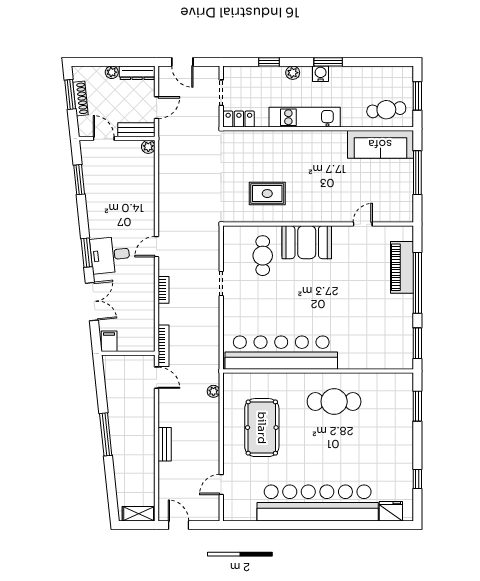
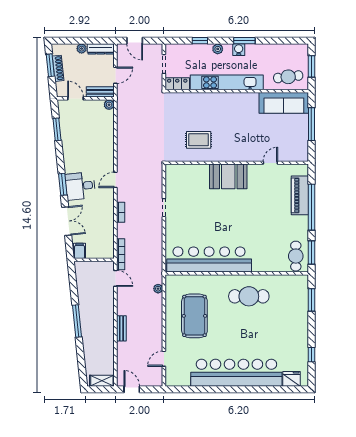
kitchen unit: (305, 117) -> (227, 82), width x1.36
cafe table: (263, 256) -> (296, 256), moved

